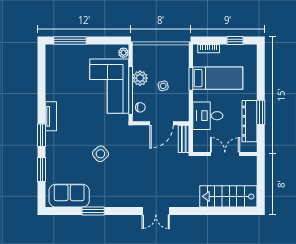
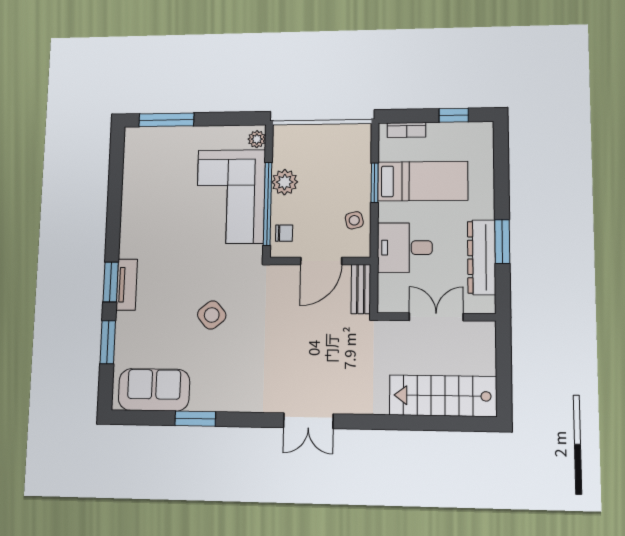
side table: (163, 86) -> (354, 220), moved
tv unit: (51, 116) -> (127, 285), moved

